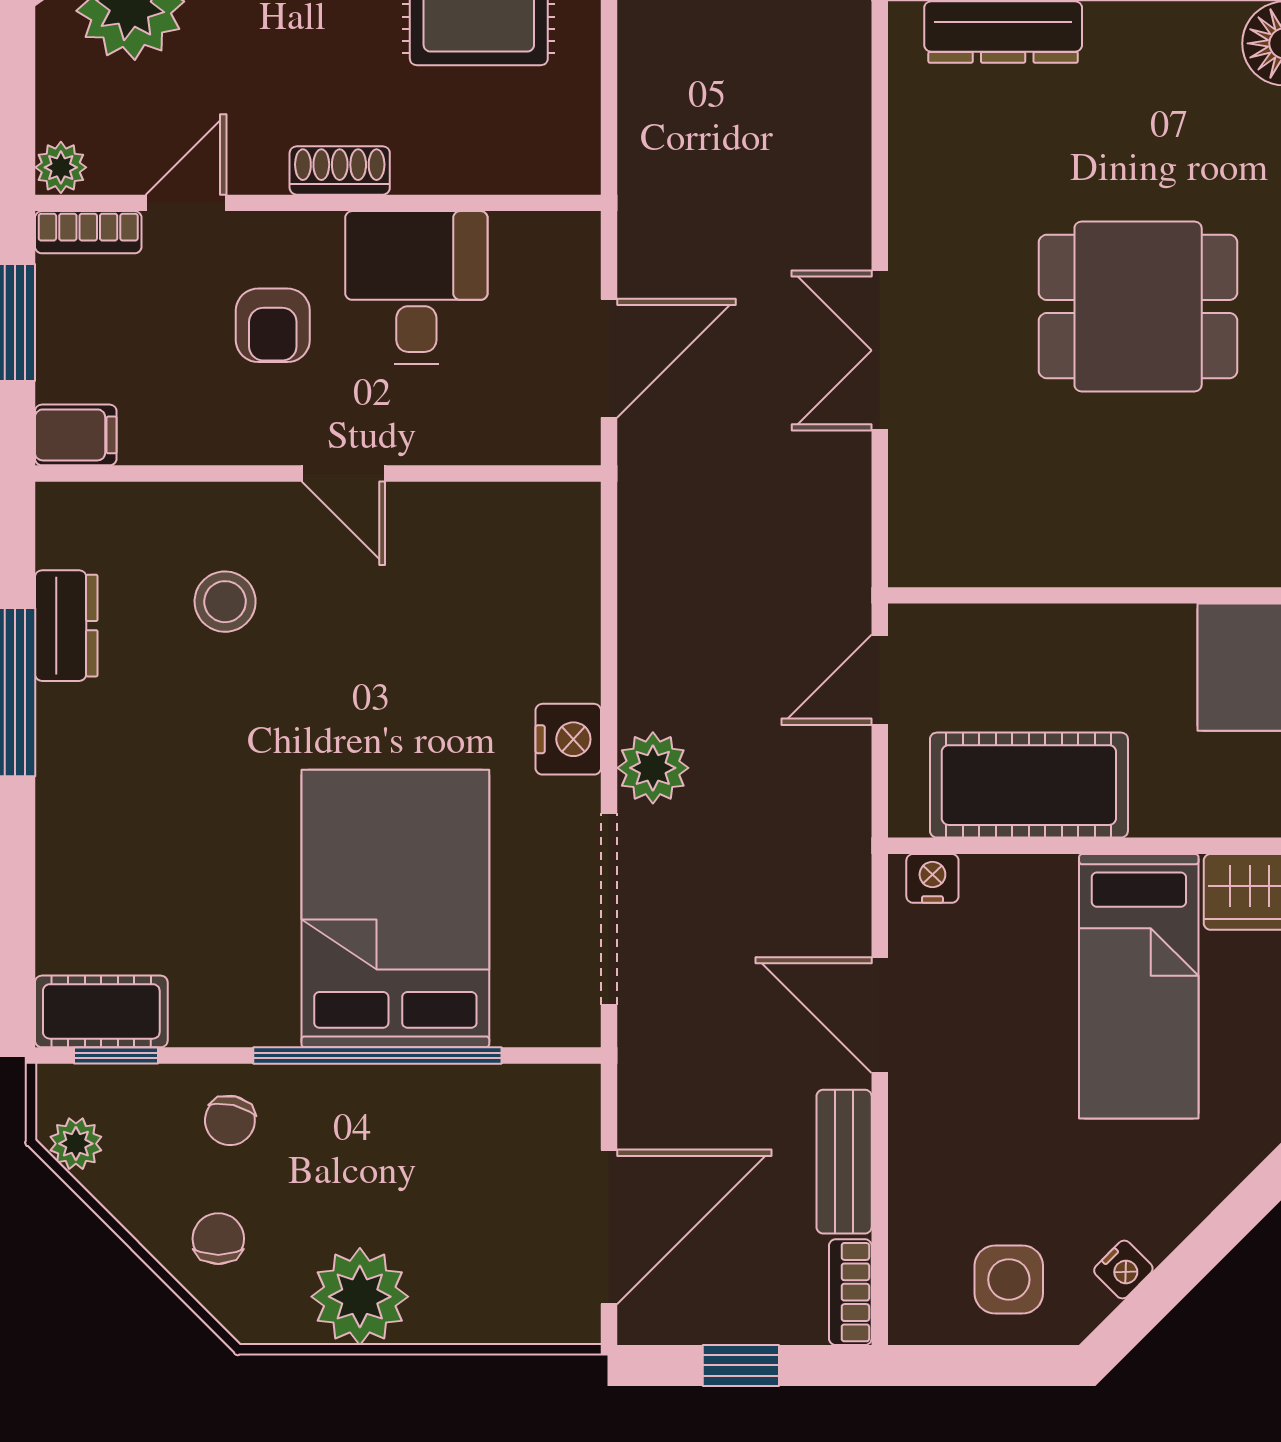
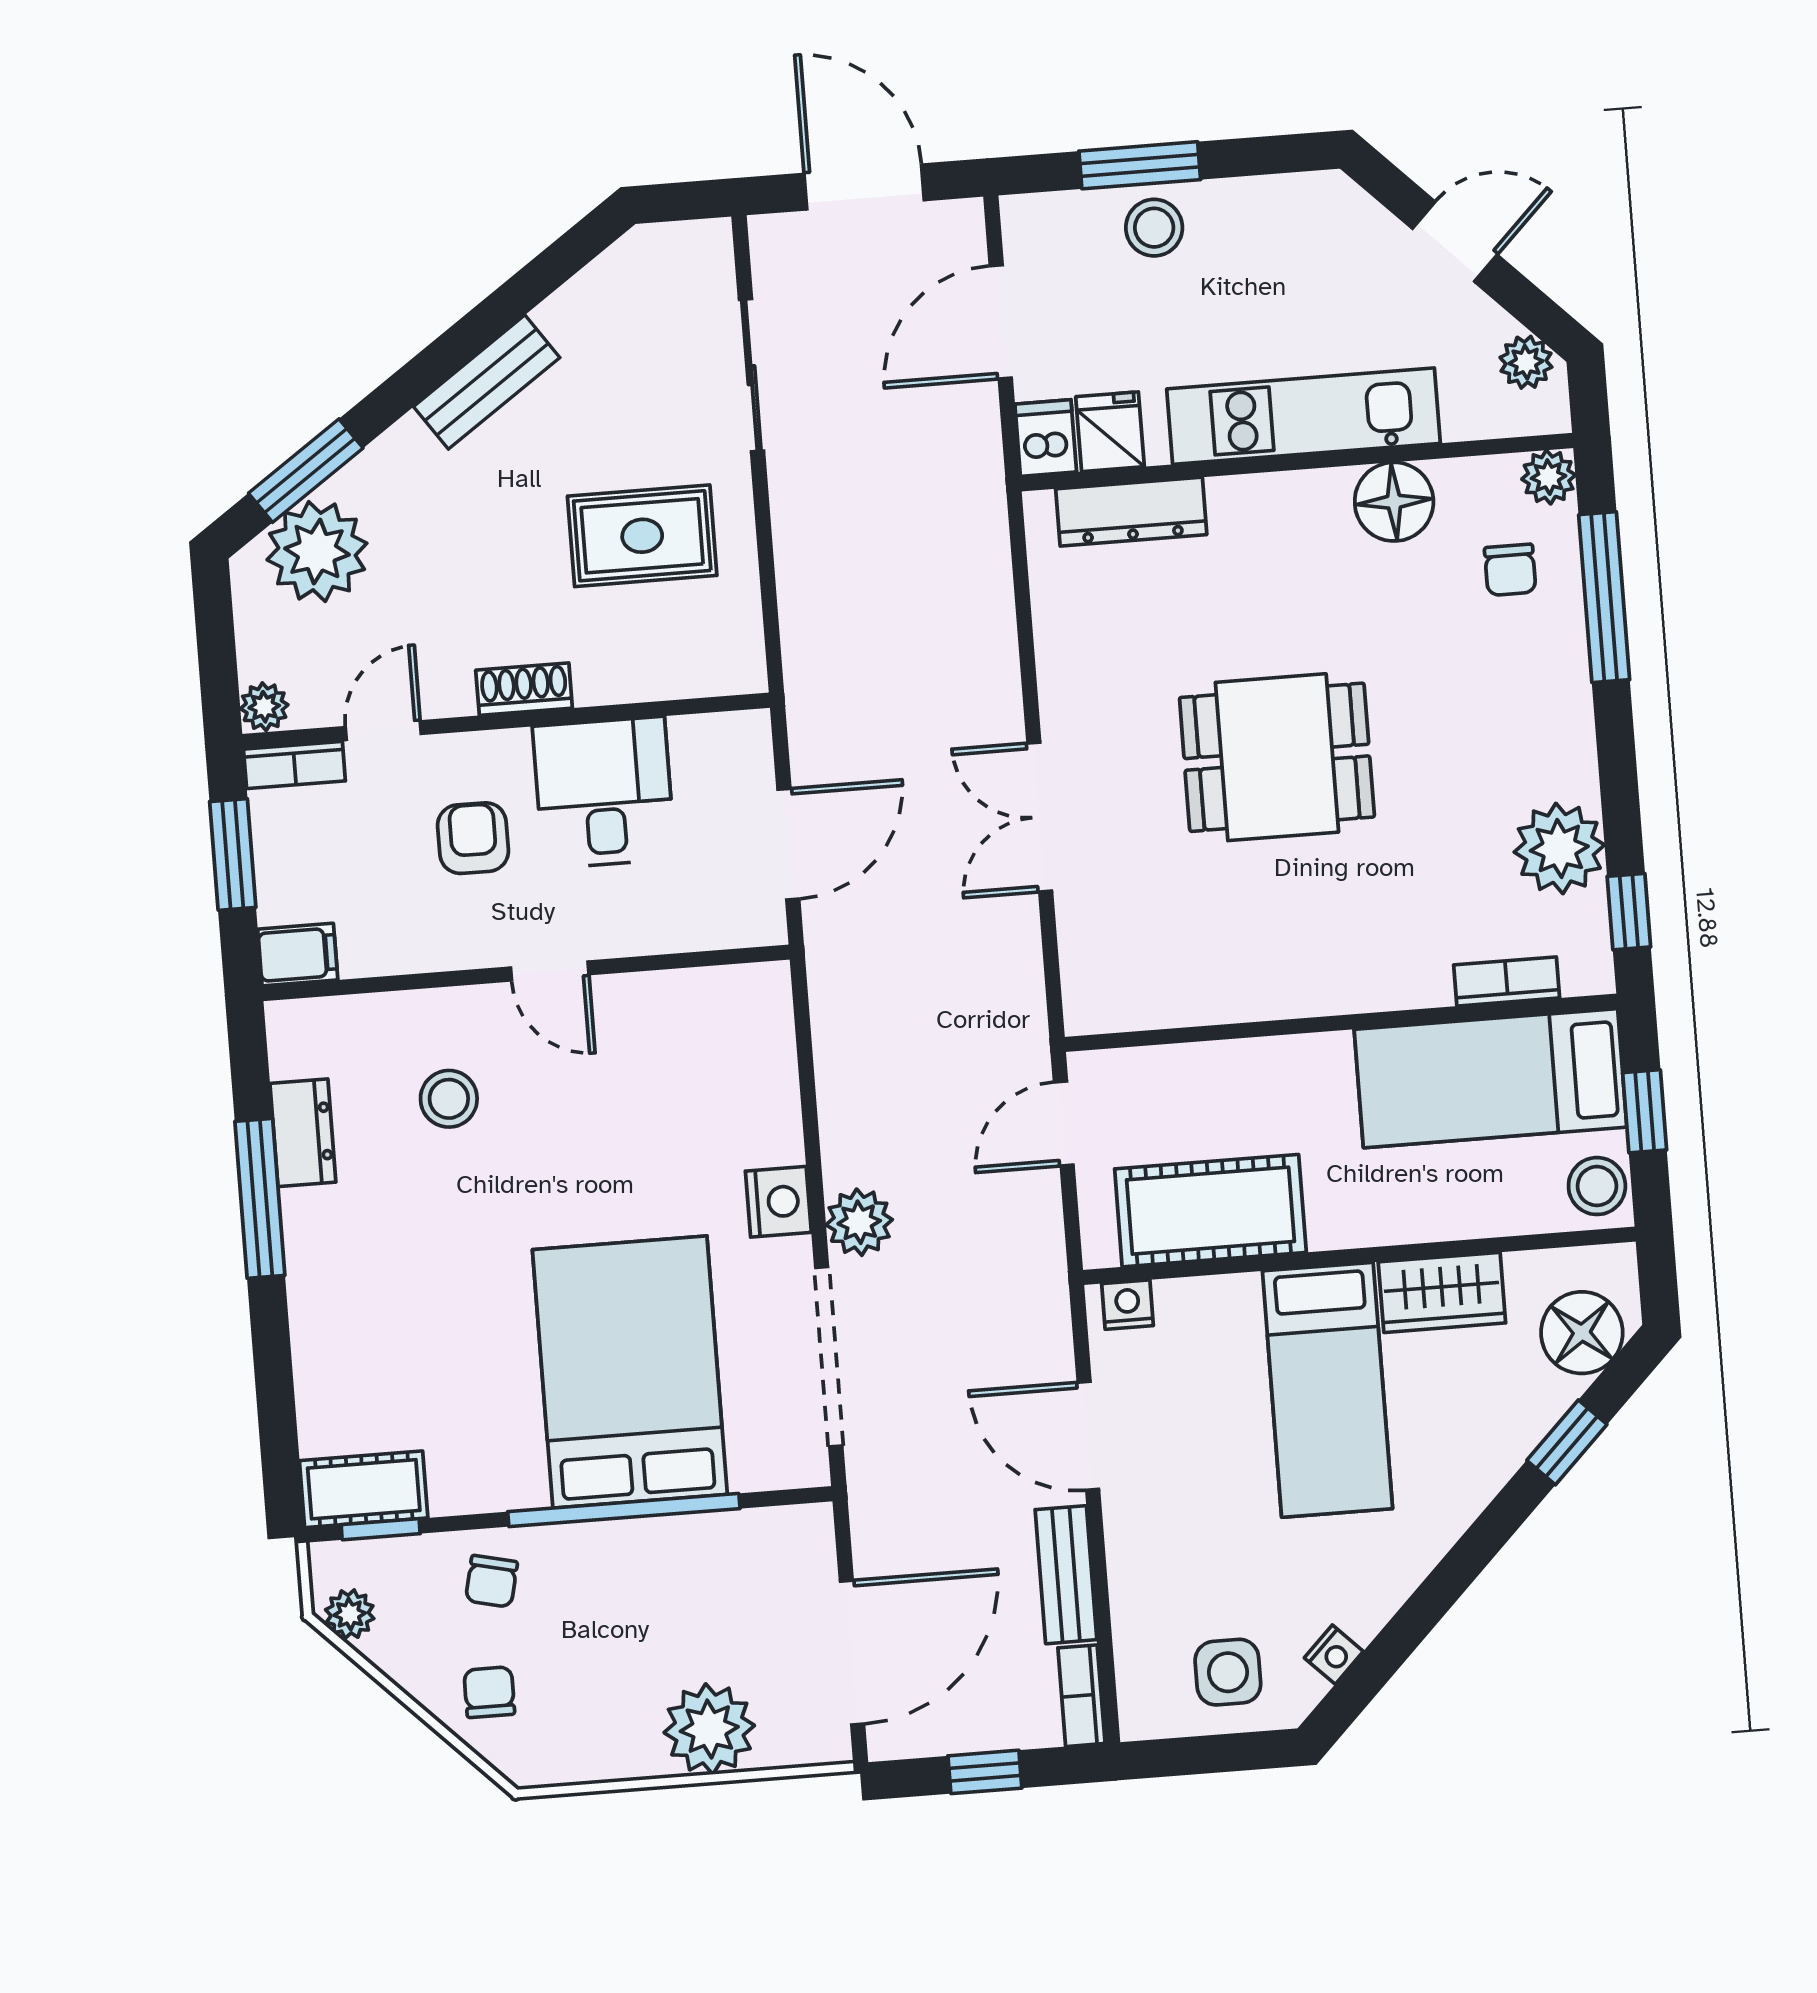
armchair: (273, 325) -> (473, 838), turned 180
plant: (360, 1297) -> (709, 1729), moved

